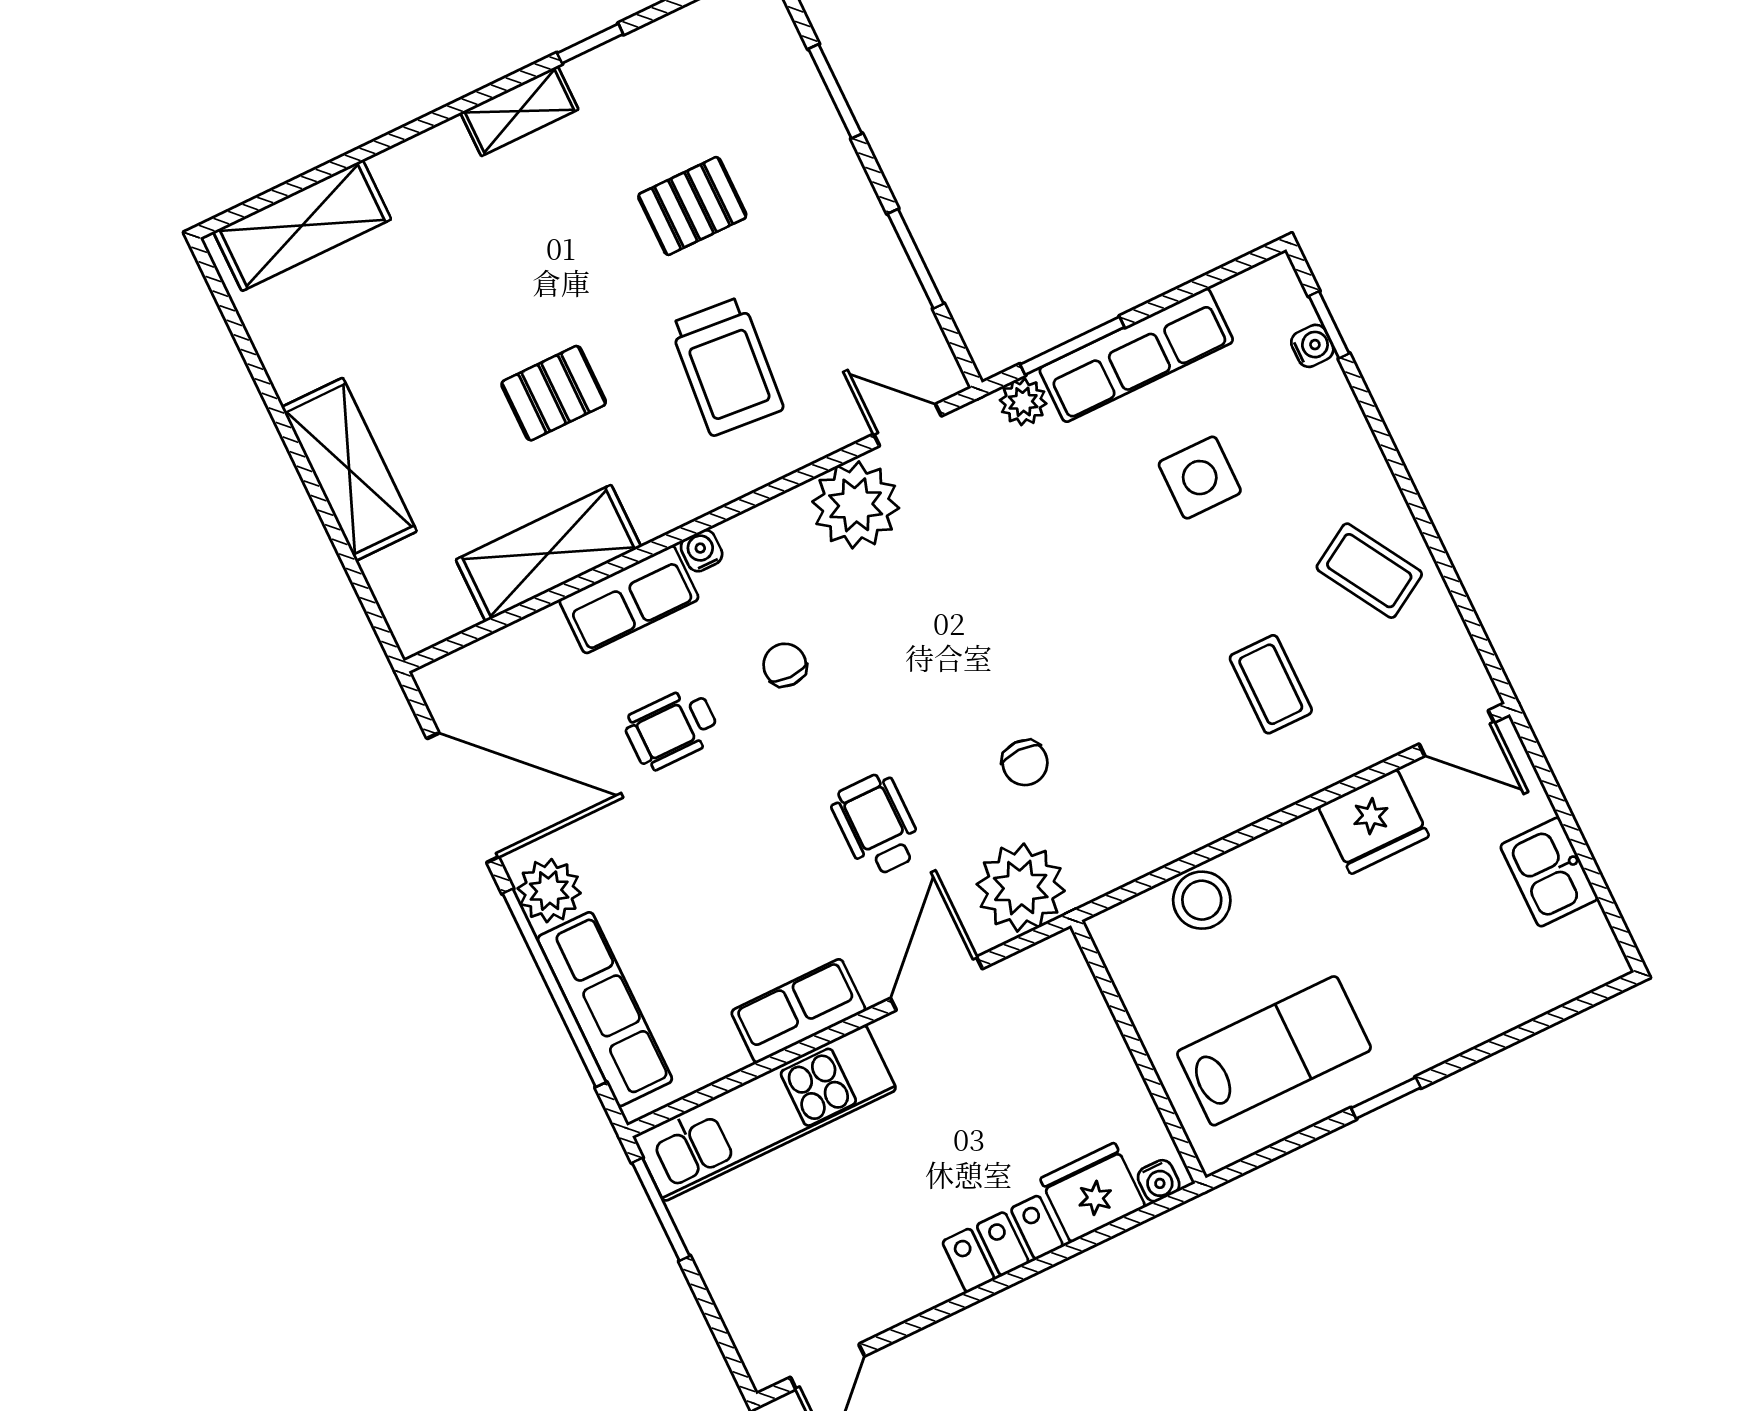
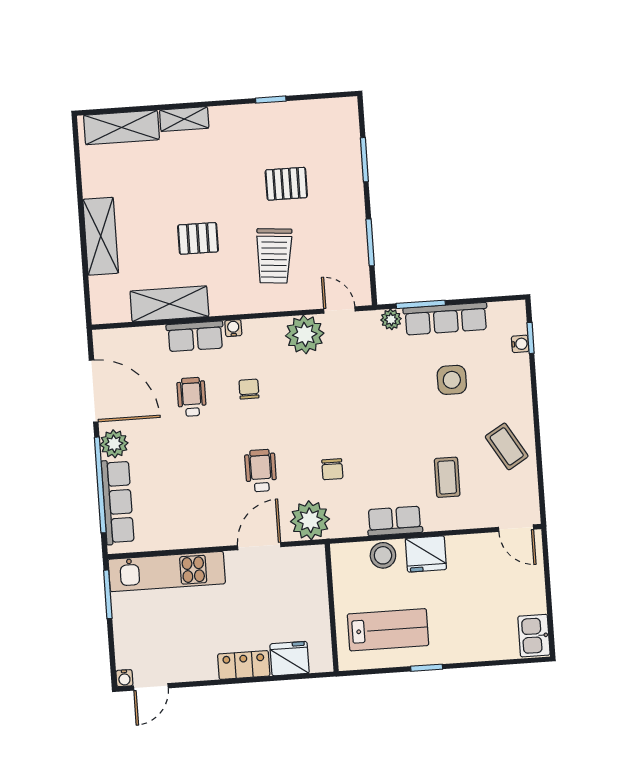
shelving: (519, 111) -> (184, 119), moved
wheelchair: (672, 729) -> (192, 397), turned 90
fridge: (1374, 821) -> (426, 554), moved
kitchen sink: (1549, 872) -> (534, 636), moved
row of seats: (798, 1011) -> (395, 521), moved
water cooler: (1159, 1181) -> (124, 678), moved

